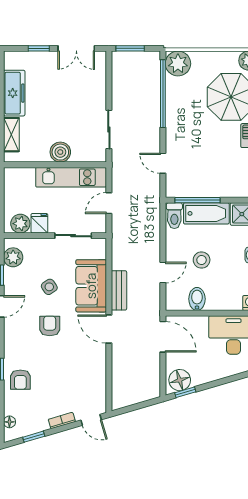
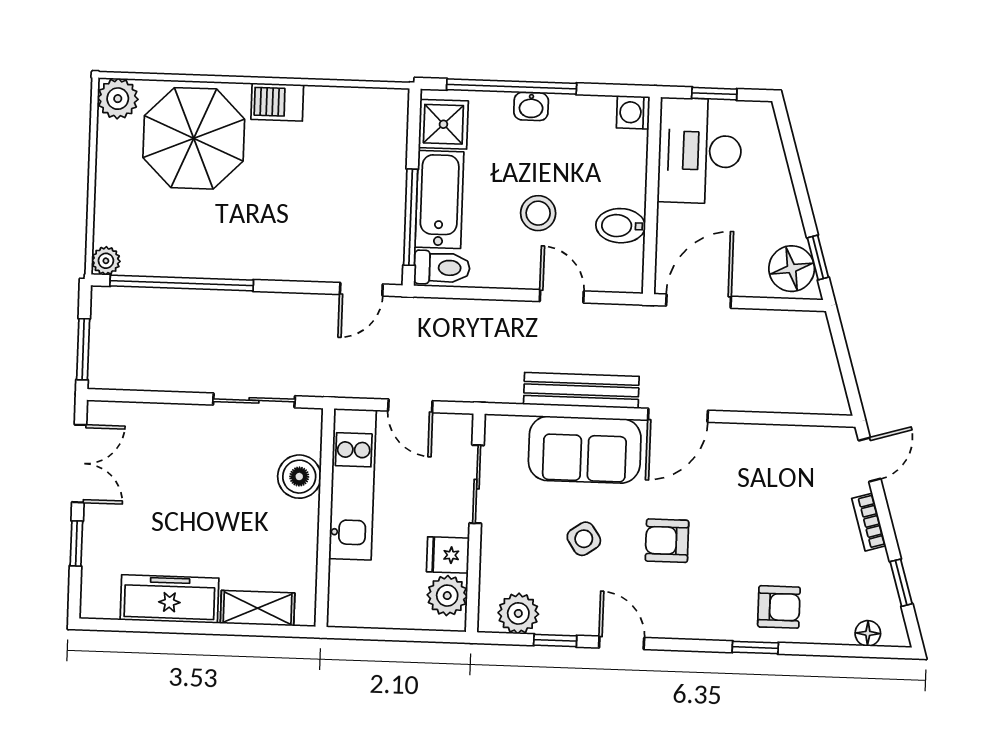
plant: (178, 64) -> (106, 261), width x0.53, depth x0.53
boiler: (60, 152) -> (299, 477), moved
door: (163, 163) -> (361, 289), moved
bench: (119, 290) -> (581, 390), width x1.36

